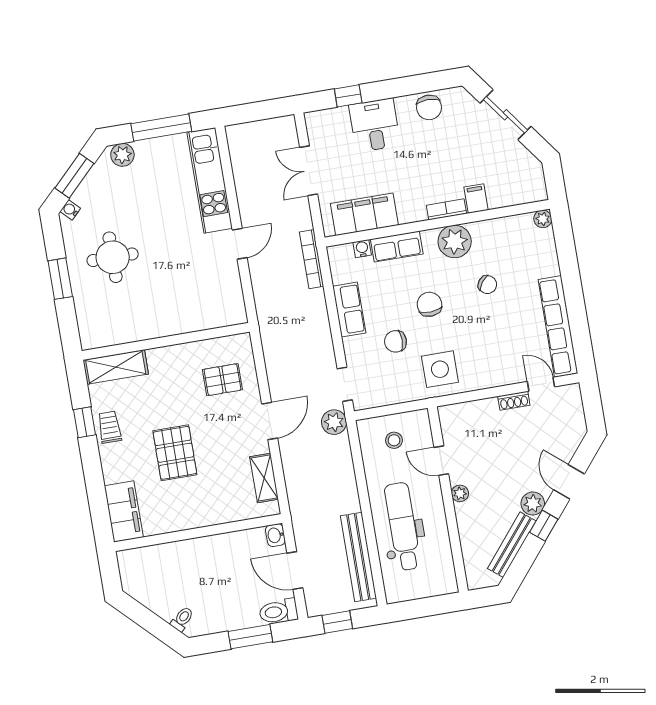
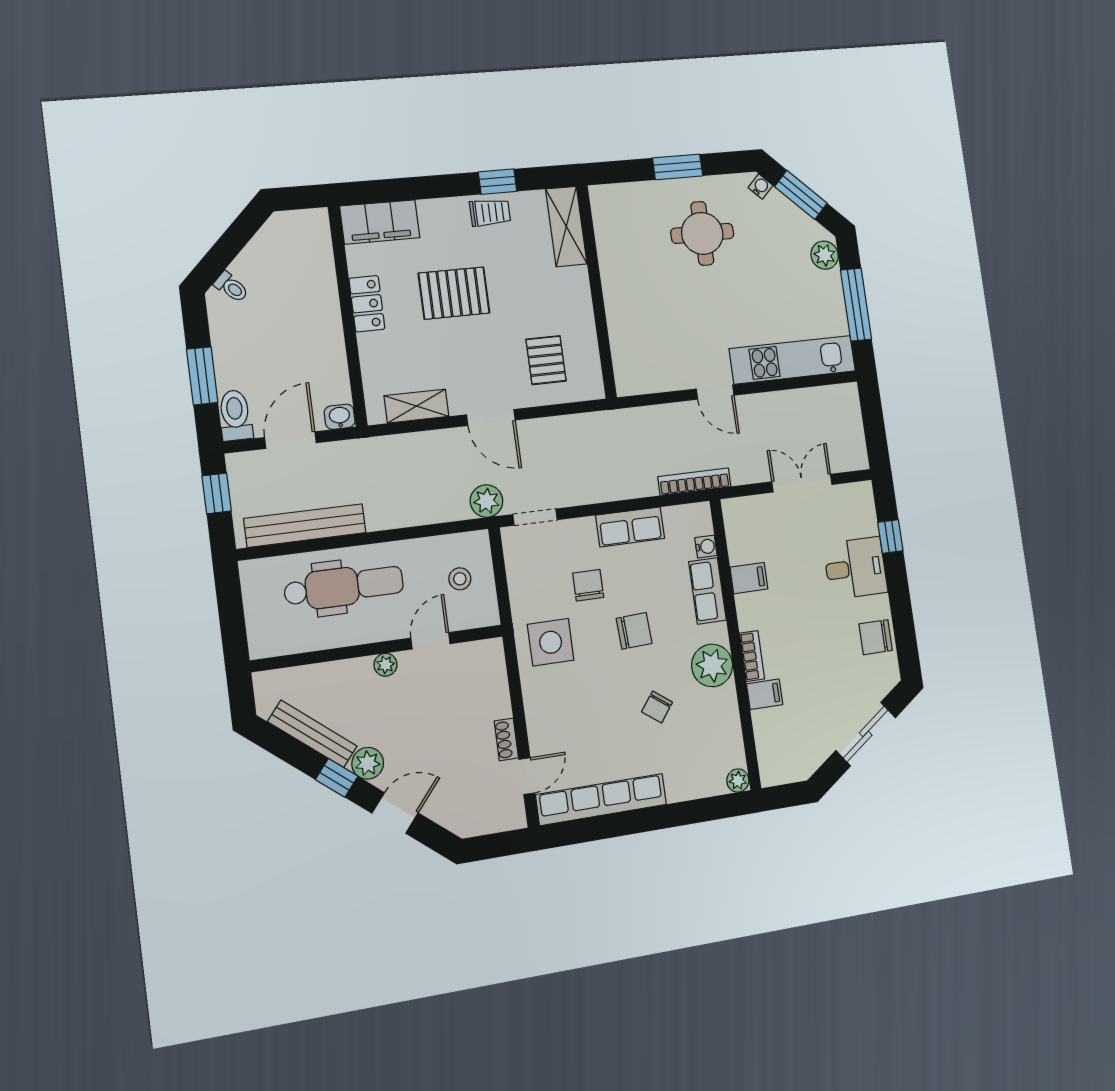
filing cabinet: (364, 214) -> (749, 578), width x0.33, depth x0.86
locker: (188, 519) -> (367, 304), added

